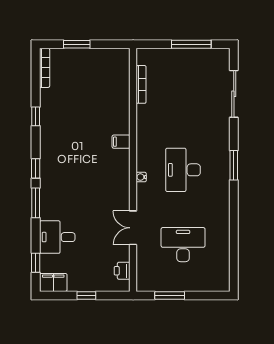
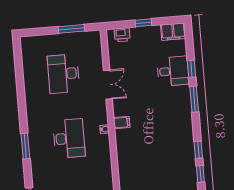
filing cabinet: (121, 142) -> (122, 123), moved
window: (36, 168) -> (198, 150), moved
desk: (183, 245) -> (64, 74), turned 90
window: (36, 263) -> (192, 69), moved
printer: (122, 271) -> (122, 35), moved, turned 90

